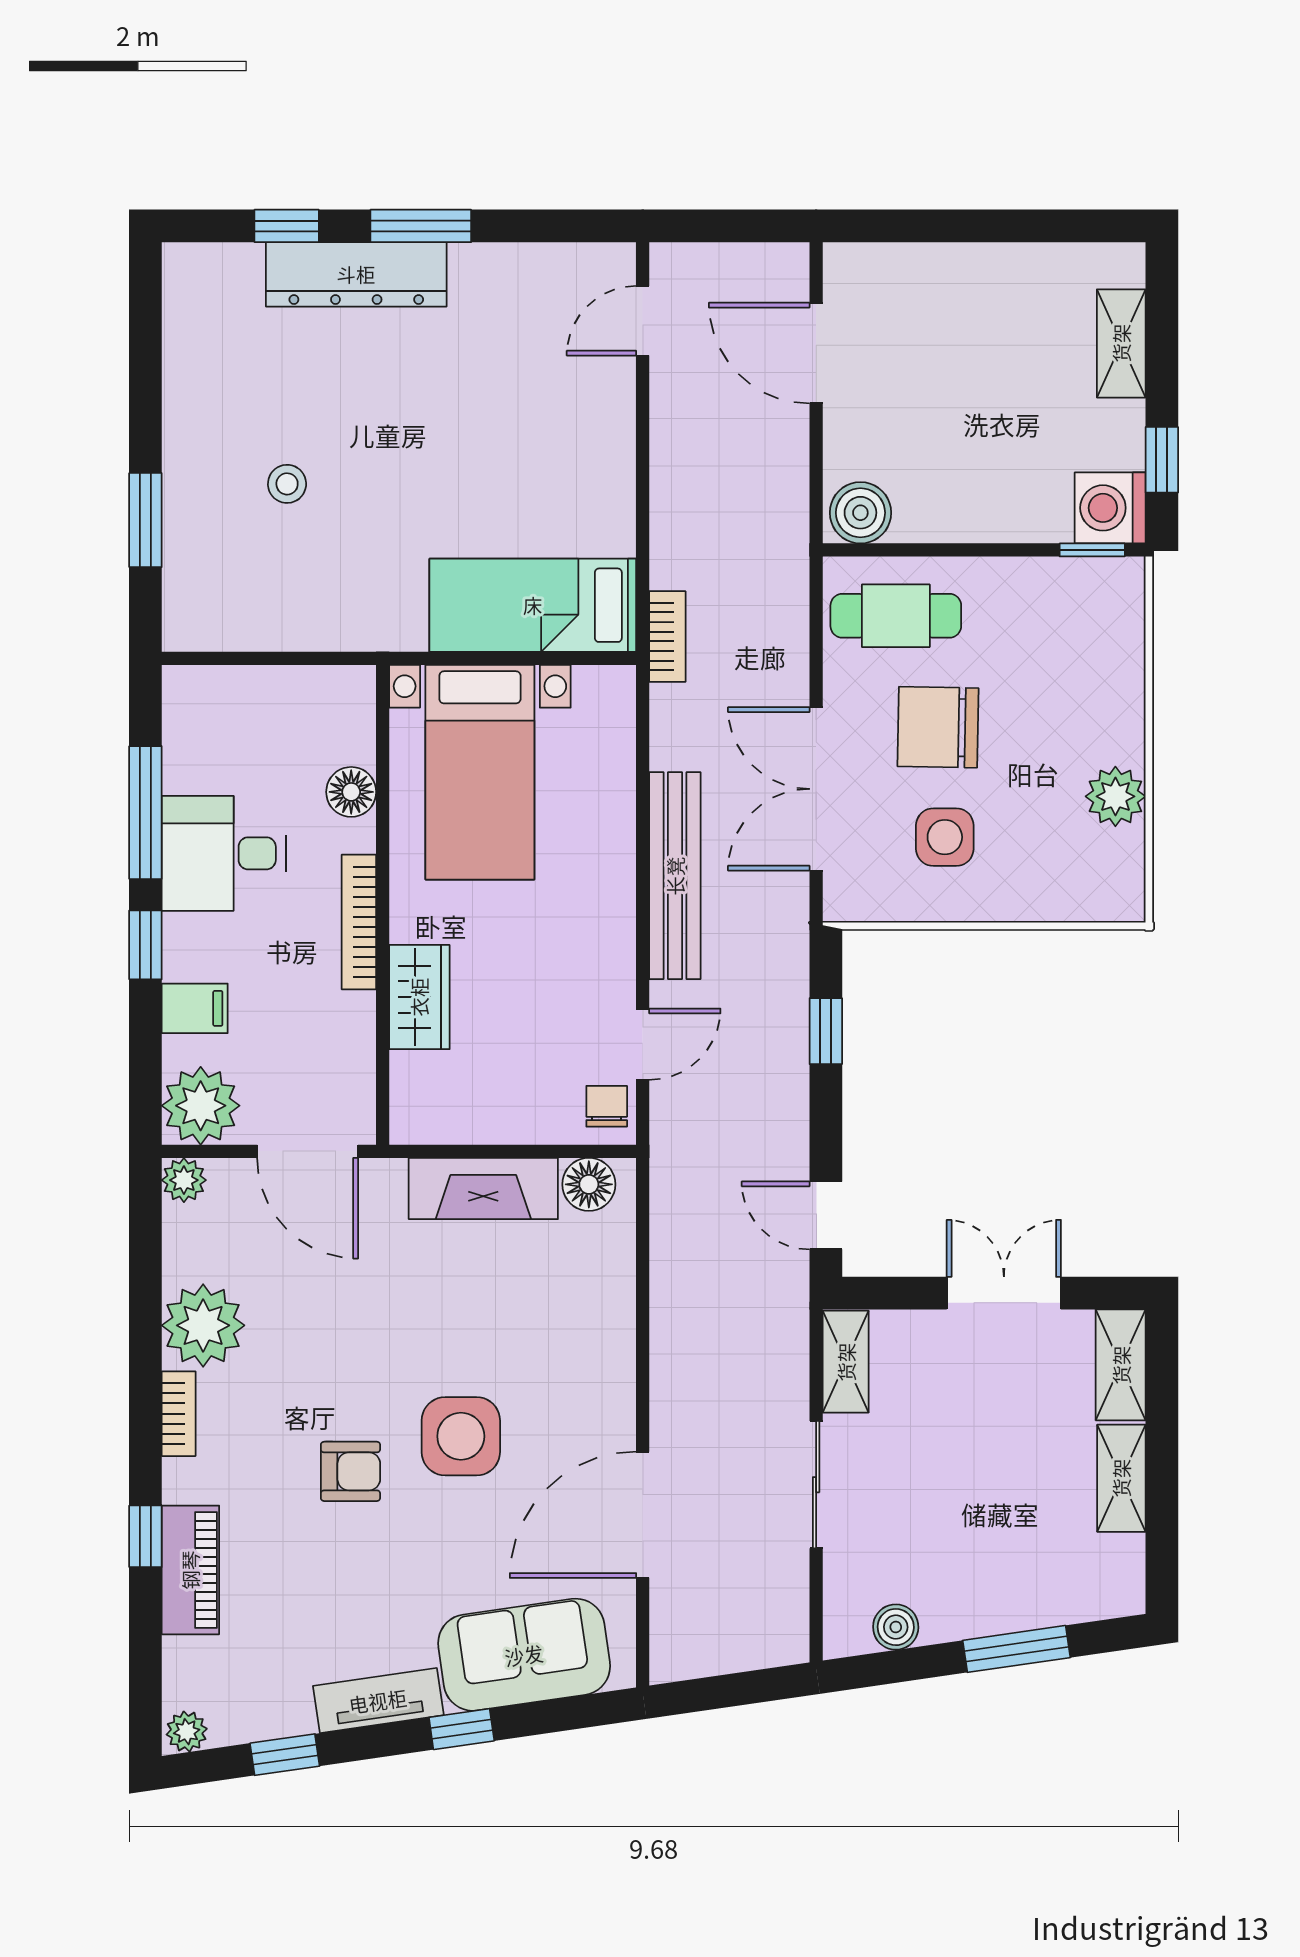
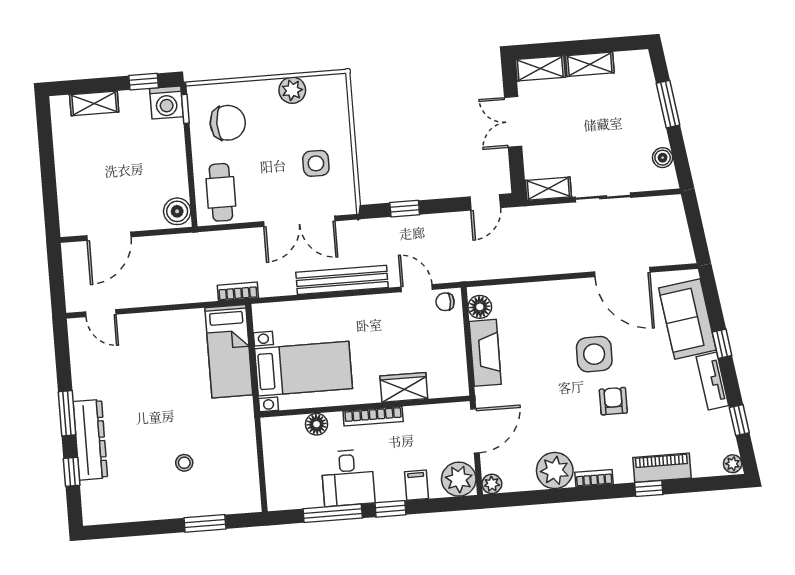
chair: (938, 727) -> (228, 123), moved, turned -91

